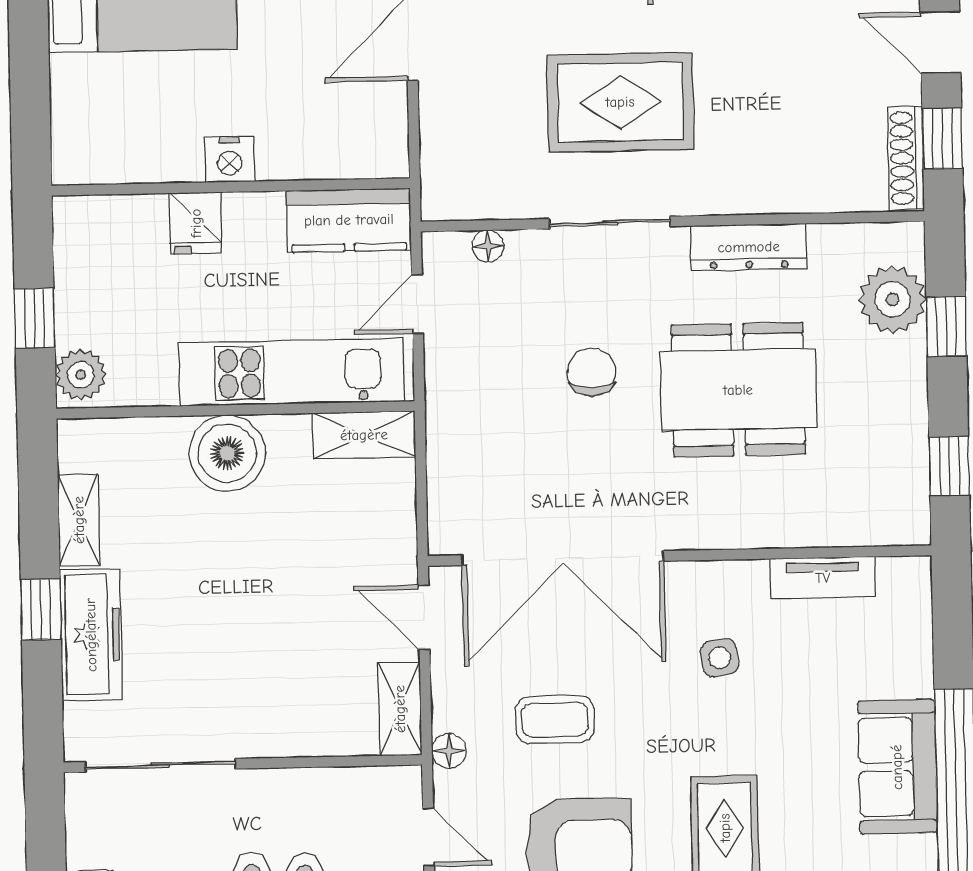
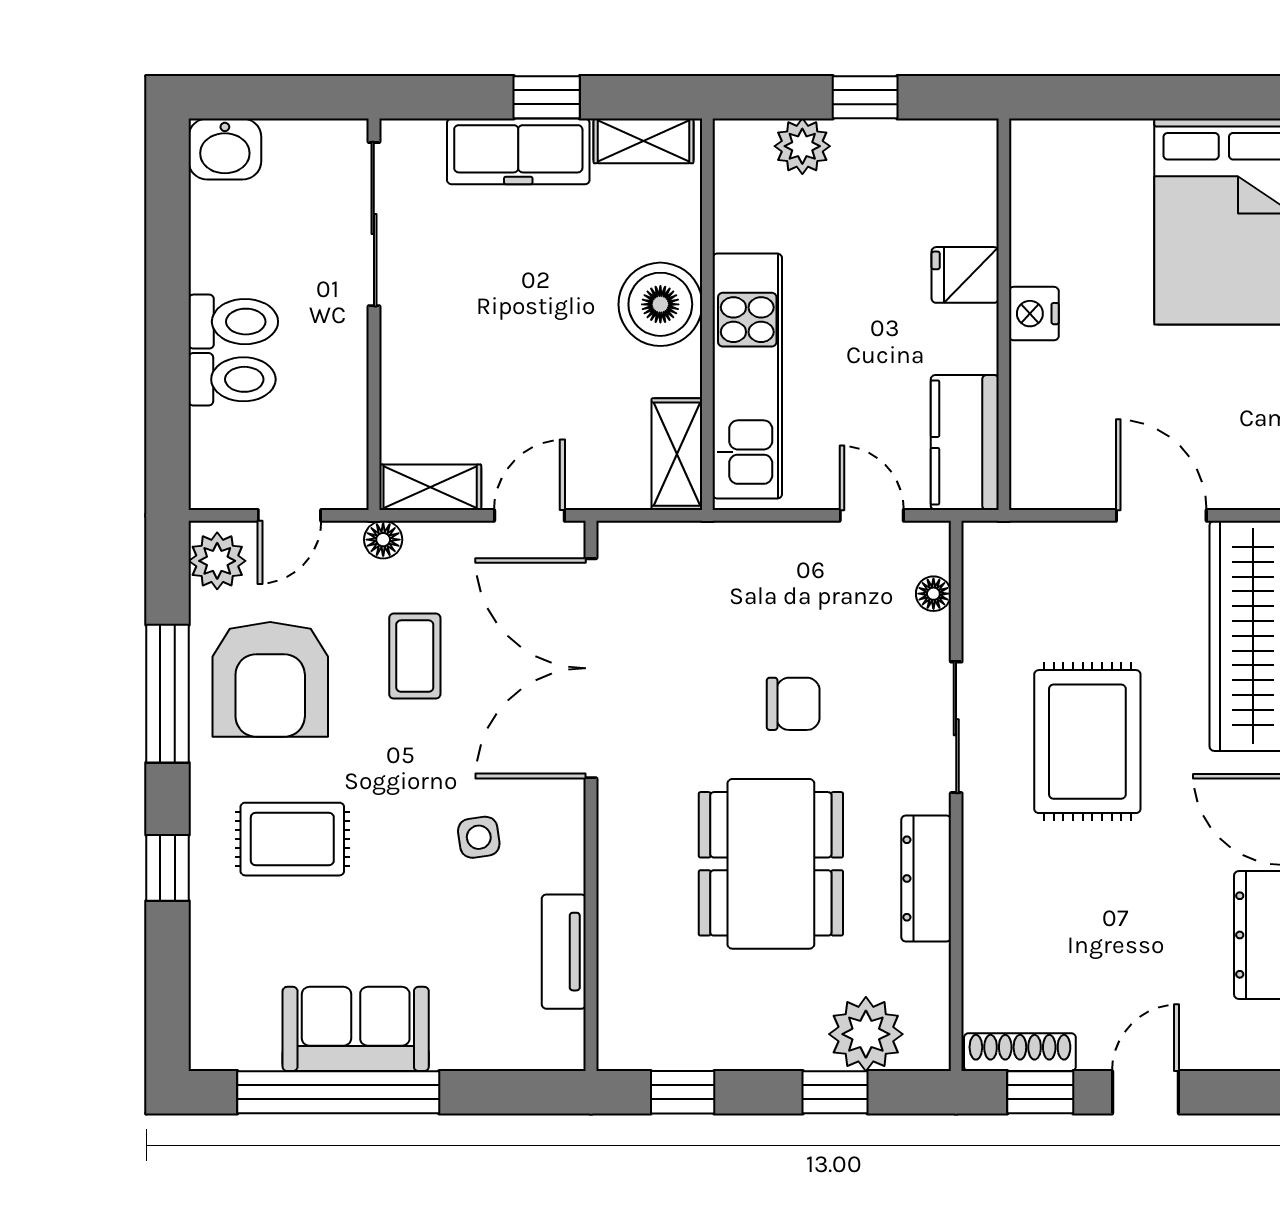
kitchen unit: (291, 372) -> (747, 376), moved
wall: (235, 410) -> (707, 314), moved
shelving: (364, 435) -> (677, 454), moved
boiler: (227, 453) -> (660, 304), moved

